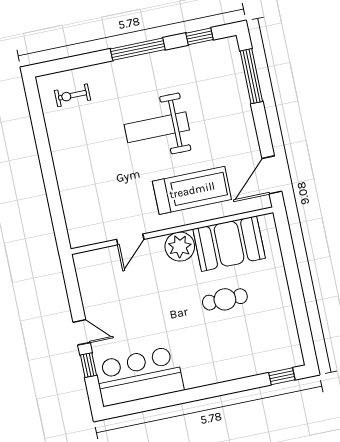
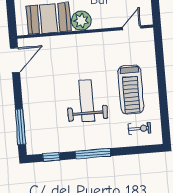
weight bench: (157, 127) -> (87, 101), turned -90
treadmill: (192, 190) -> (131, 90), moved, turned -90
door: (130, 239) -> (132, 28), moved

